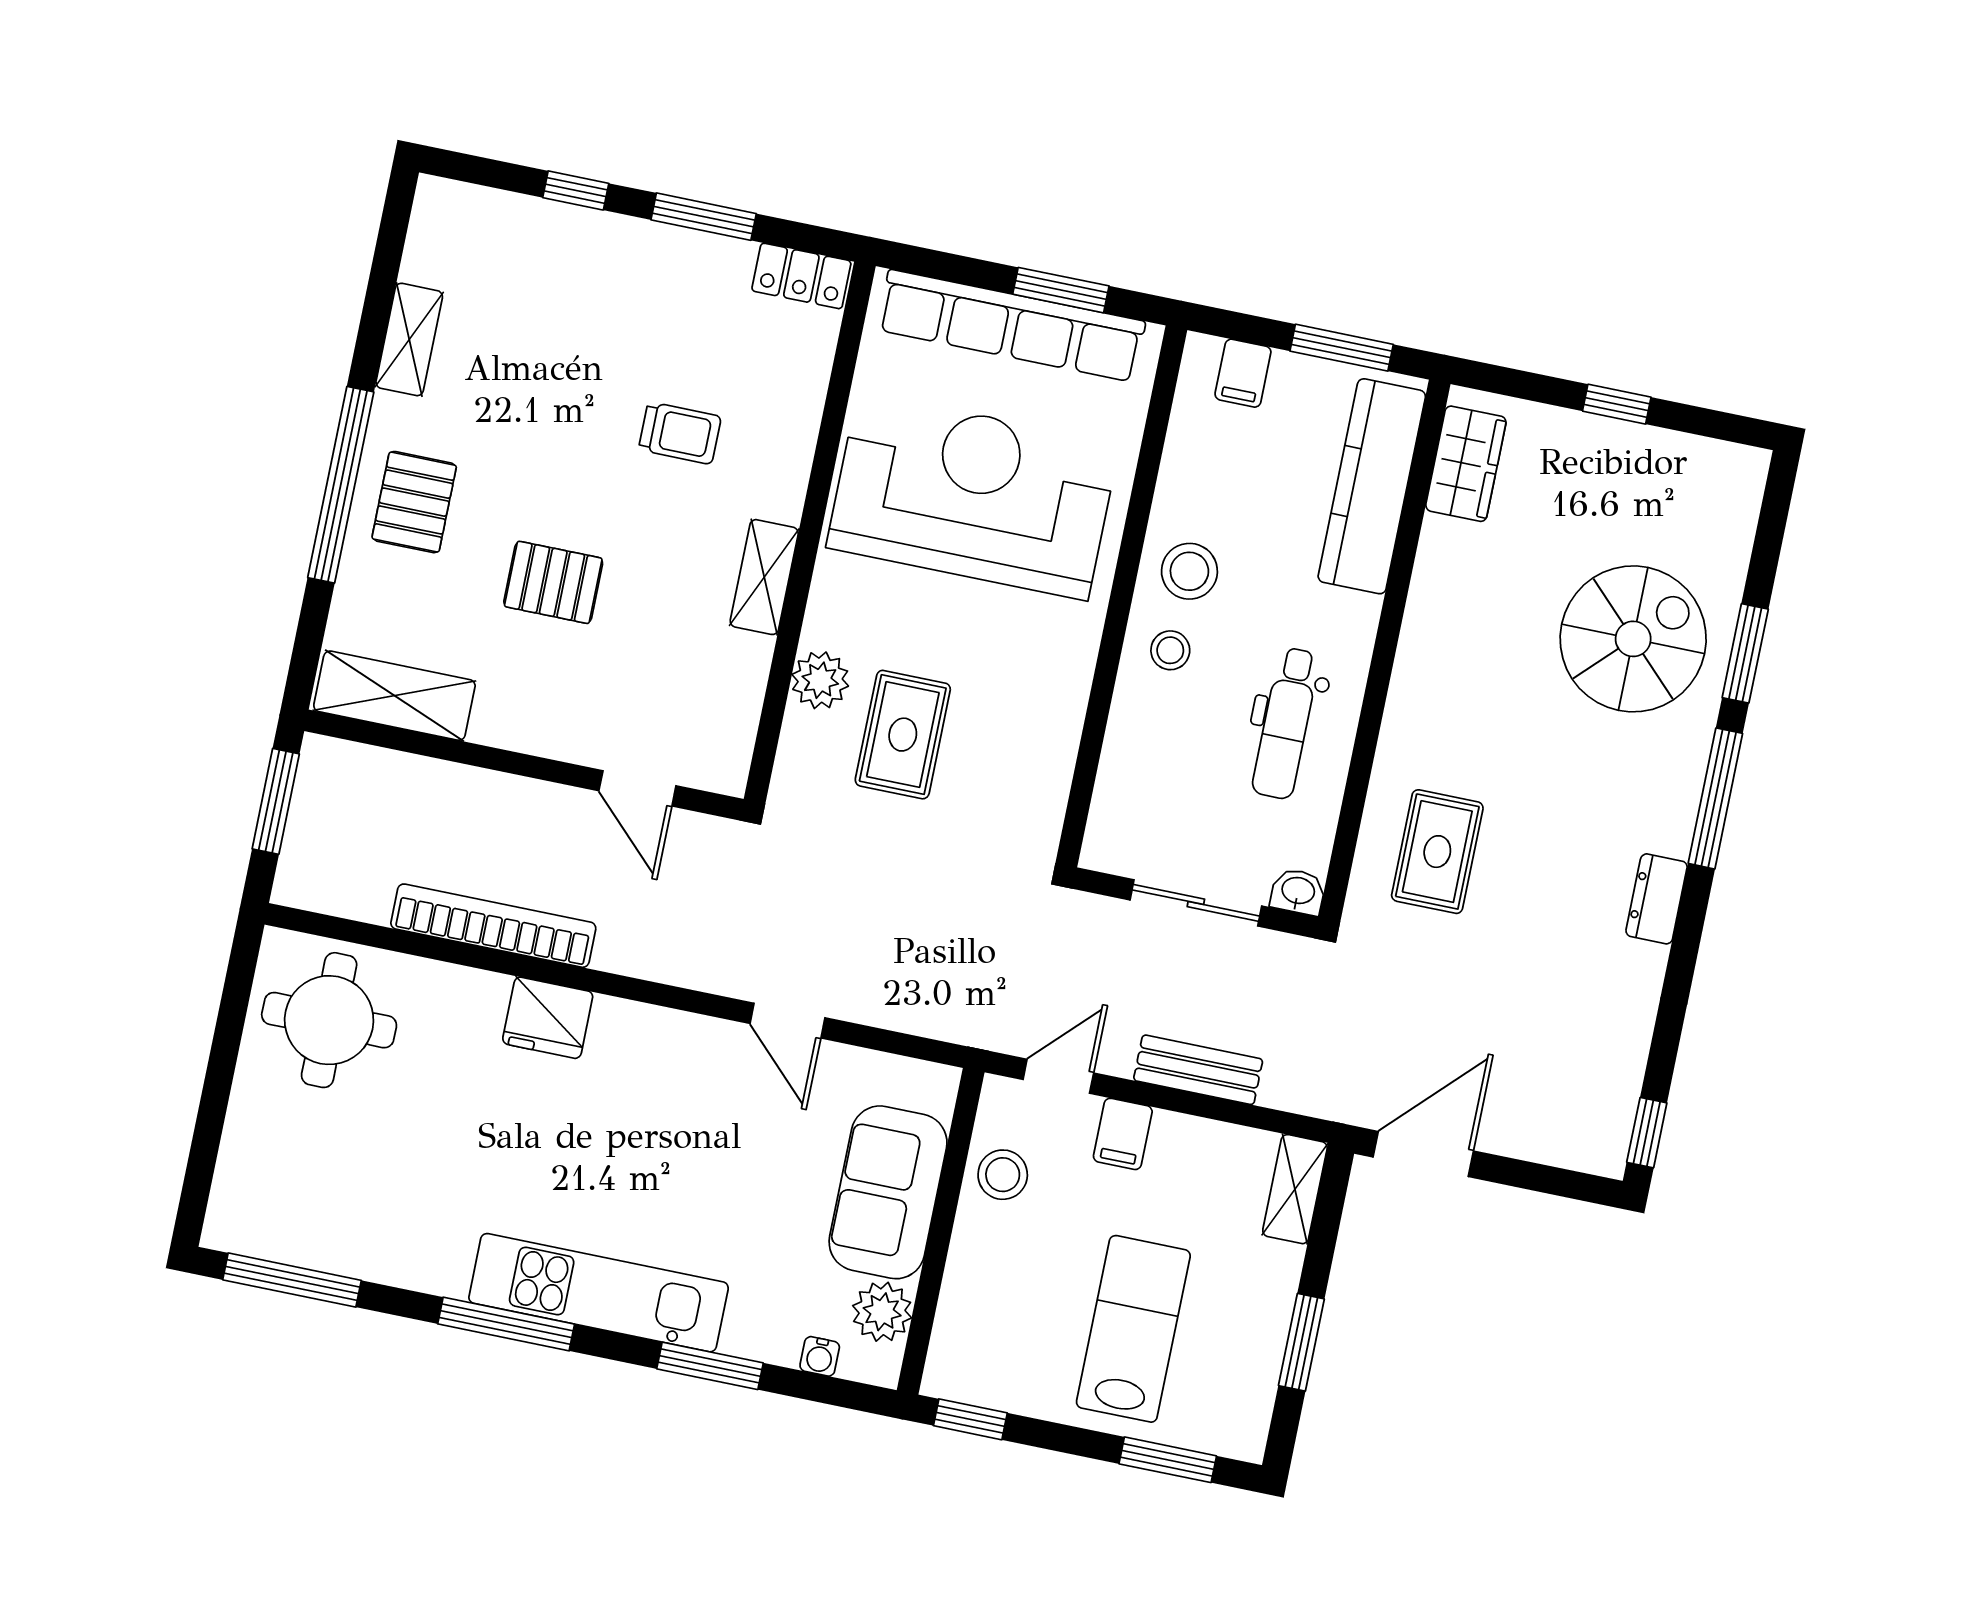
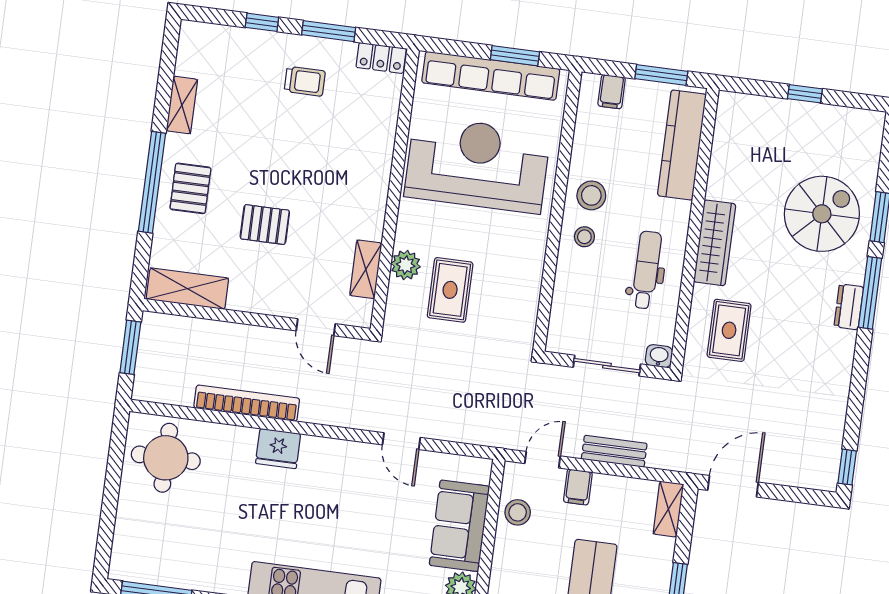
trolley: (680, 433) -> (305, 81), moved
wardrobe: (1466, 464) -> (715, 243), moved, width x1.50
shelving: (764, 577) -> (366, 269), moved
dental chair: (1286, 723) -> (646, 270), turned 180
dresser: (1657, 899) -> (849, 307), moved

